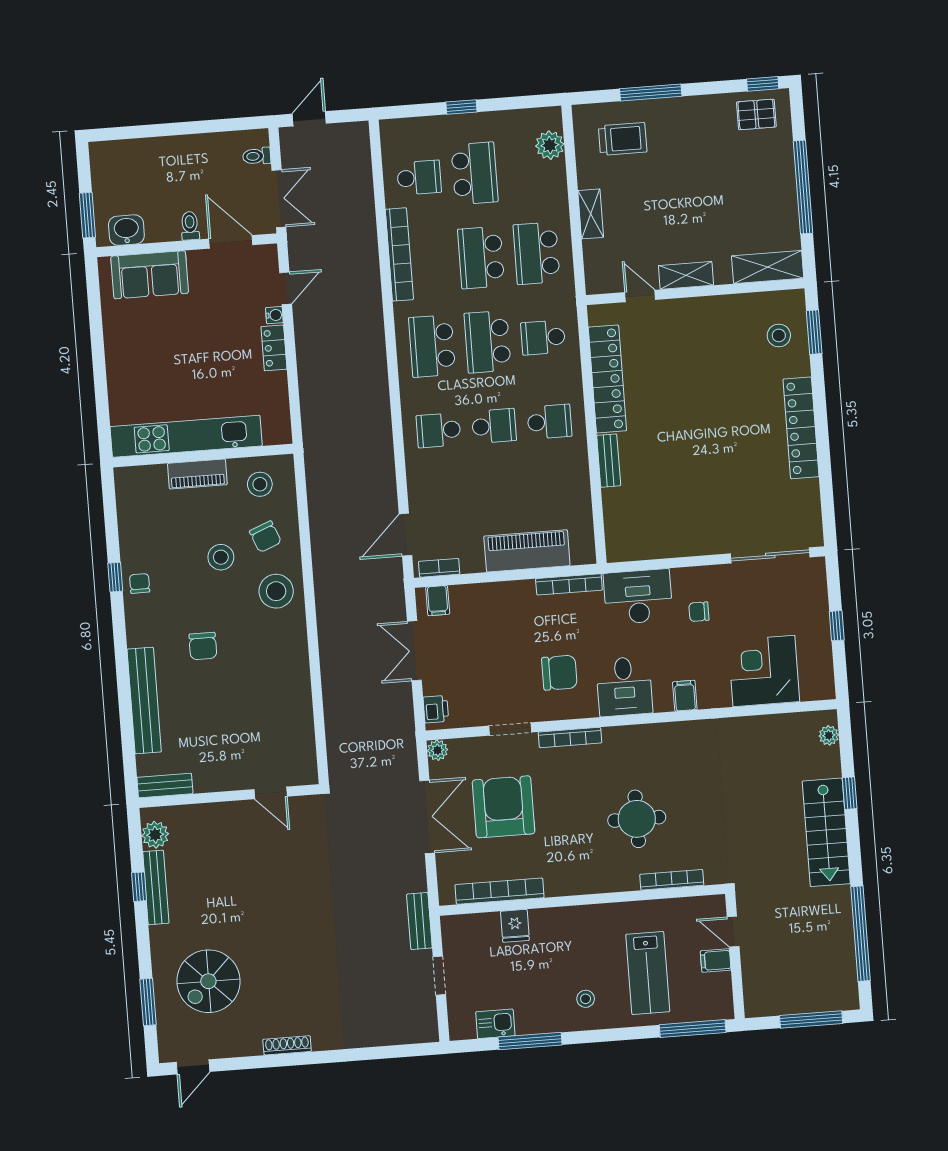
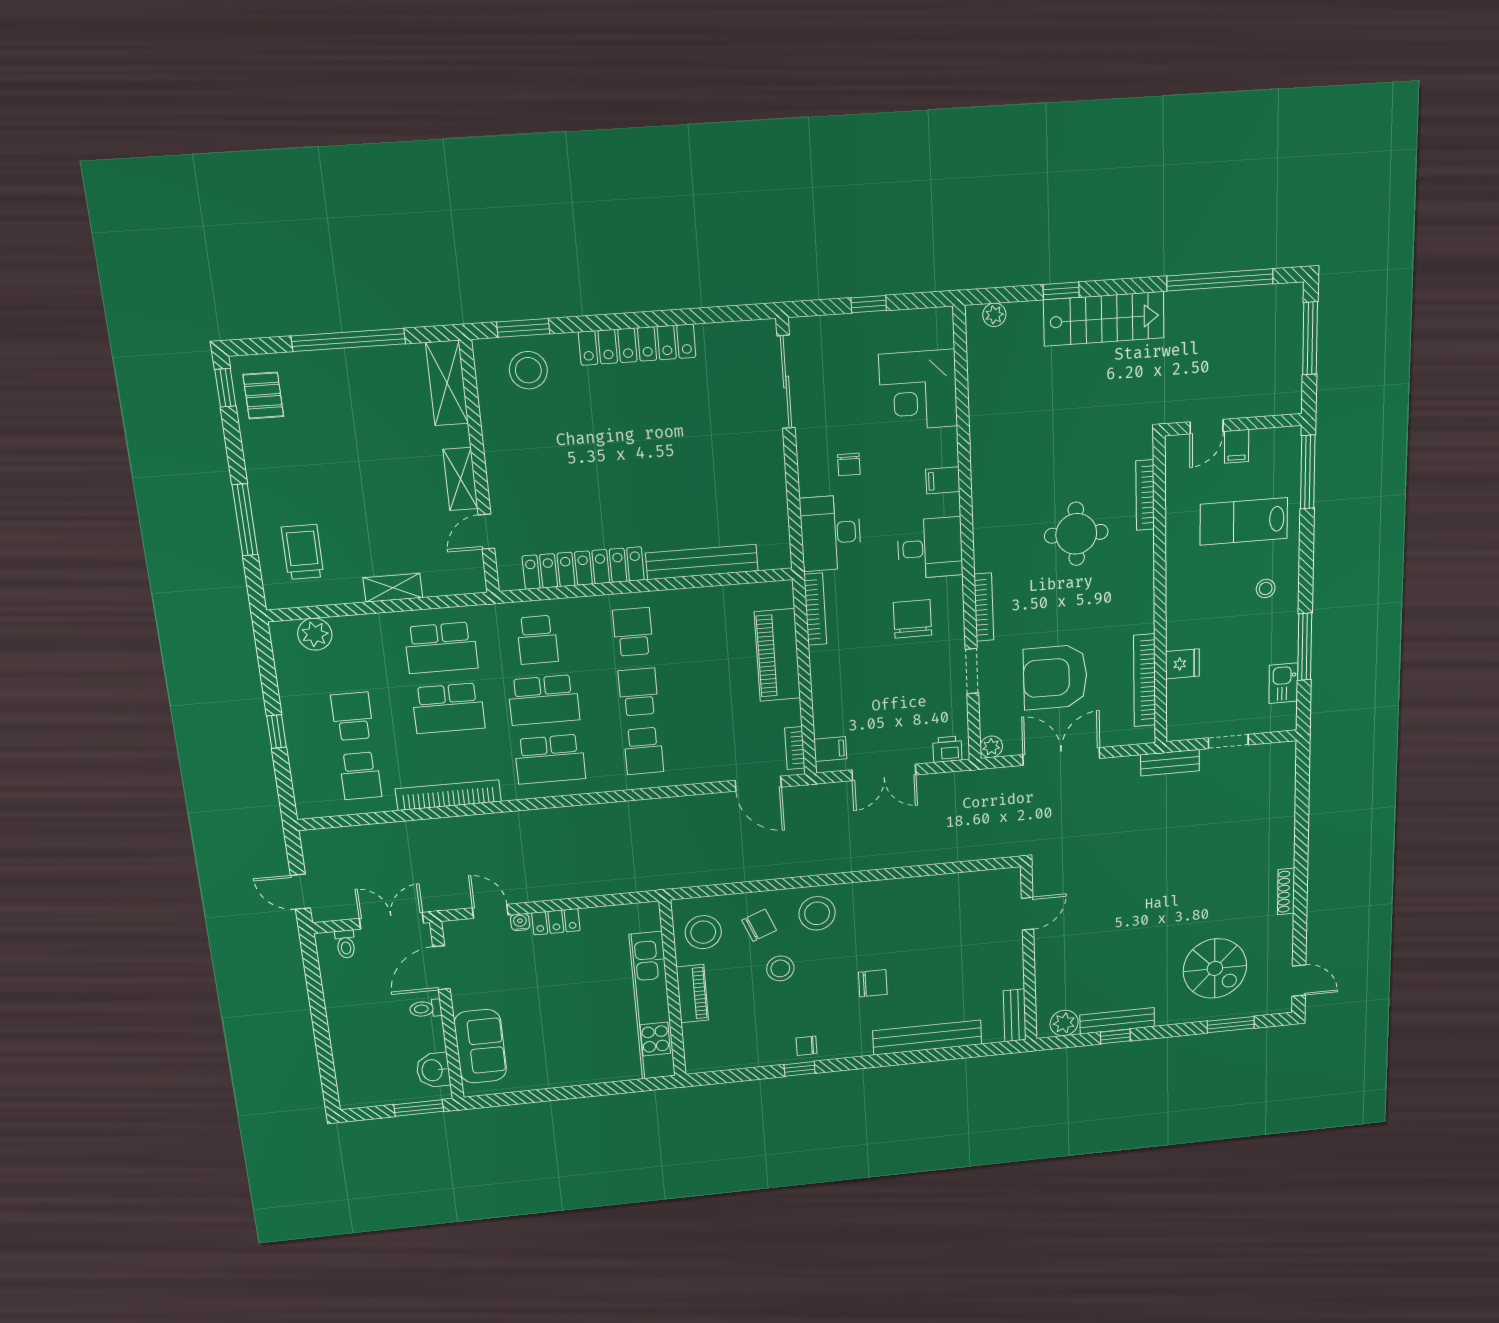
school desk: (475, 173) -> (352, 716), width x0.54
school desk: (419, 178) -> (360, 776), turned 180
stool: (779, 335) -> (528, 370), width x1.38, depth x1.38
bench: (609, 461) -> (702, 562), width x1.86, depth x1.21
stool: (260, 484) -> (703, 932), width x1.38, depth x1.38
lab bench: (648, 973) -> (1244, 521), turned 180

